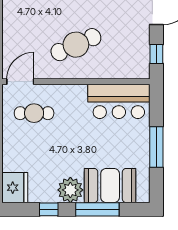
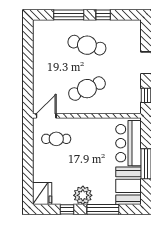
bar counter: (119, 101) -> (129, 143), moved, turned 90
booth: (110, 186) -> (129, 186), moved, turned 90

